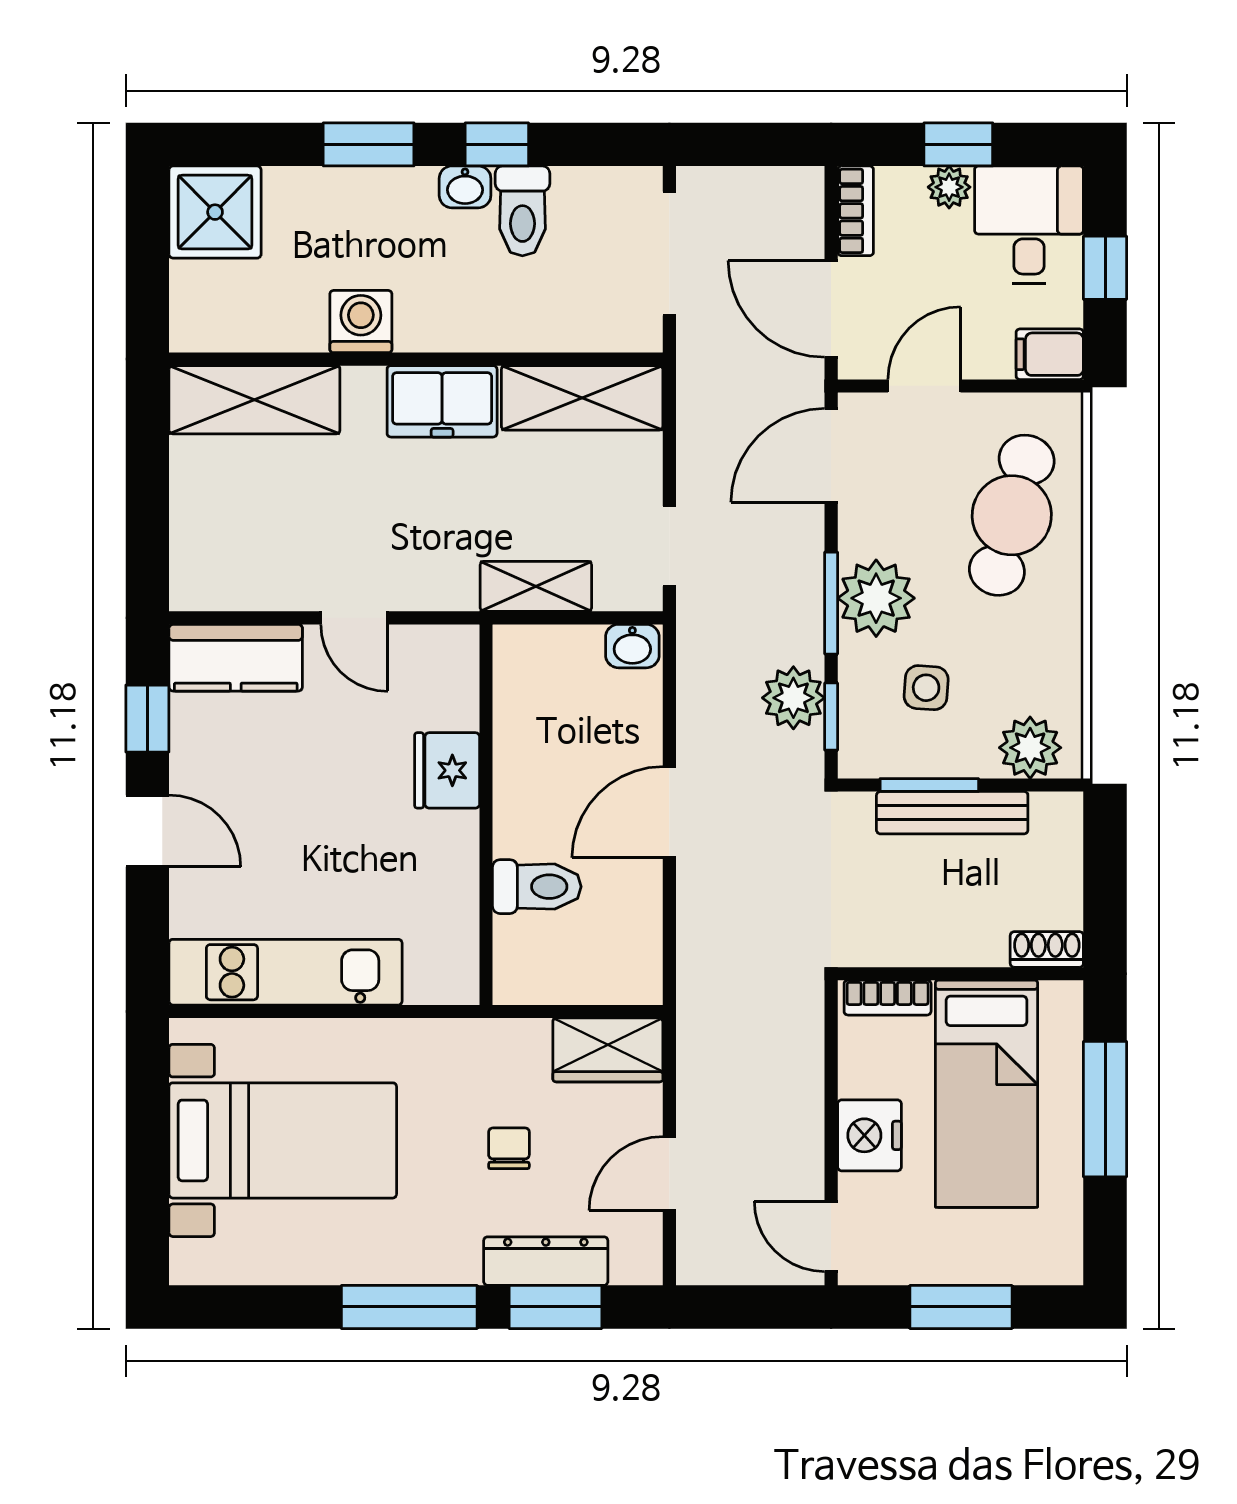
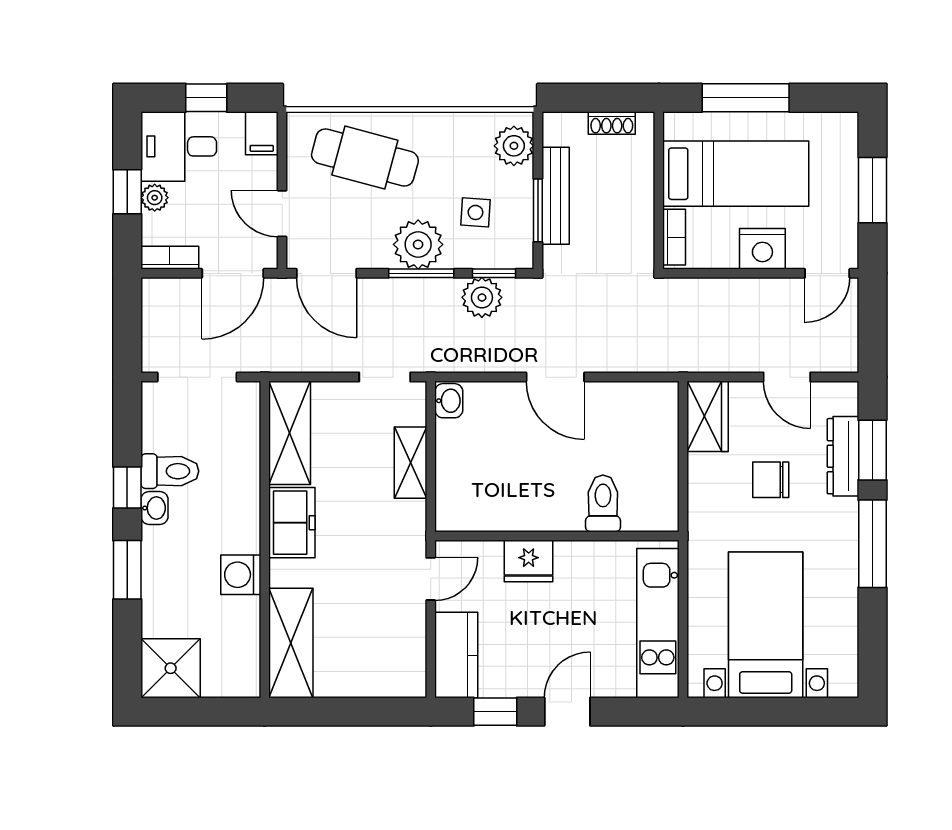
fridge: (447, 770) -> (529, 561), moved
wall: (486, 815) -> (557, 536), moved
toilet: (537, 887) -> (603, 503), moved
shoe rack: (1047, 949) -> (612, 123), moved, turned -90
chair: (509, 1148) -> (771, 480), width x1.37, depth x1.37

